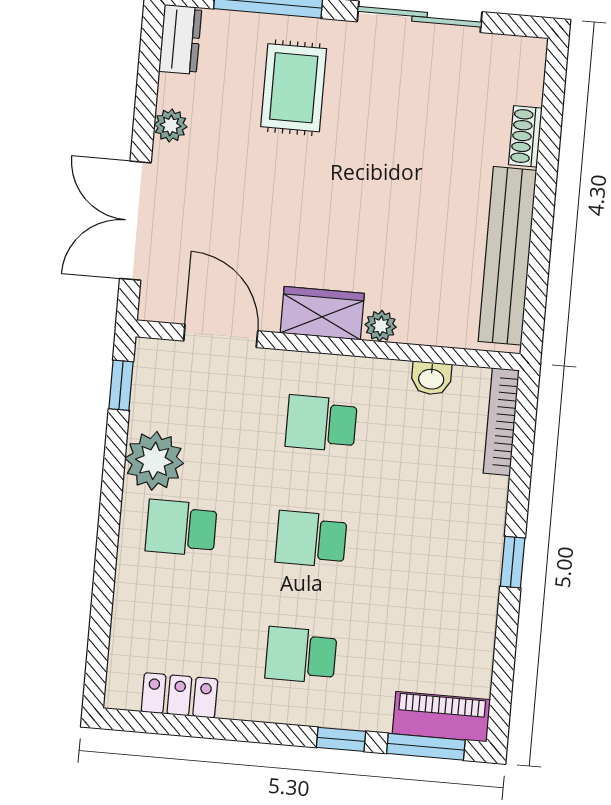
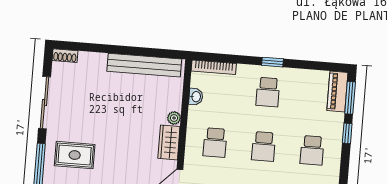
shoe rack: (525, 136) -> (65, 56), moved
school desk: (441, 551) -> (268, 92), added

